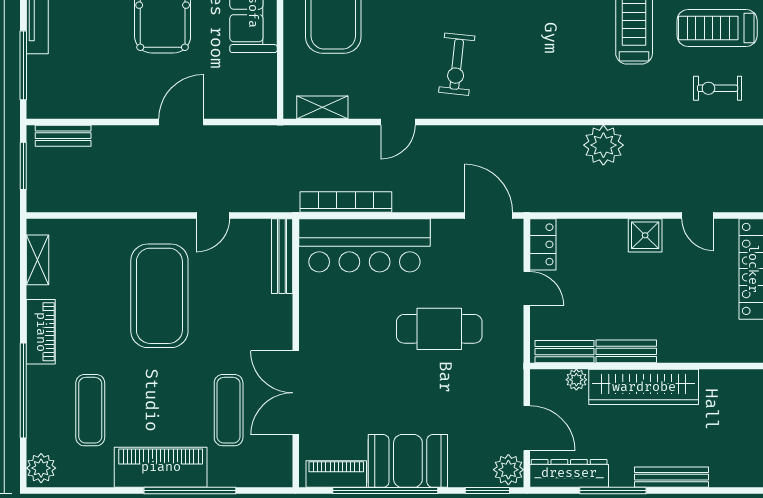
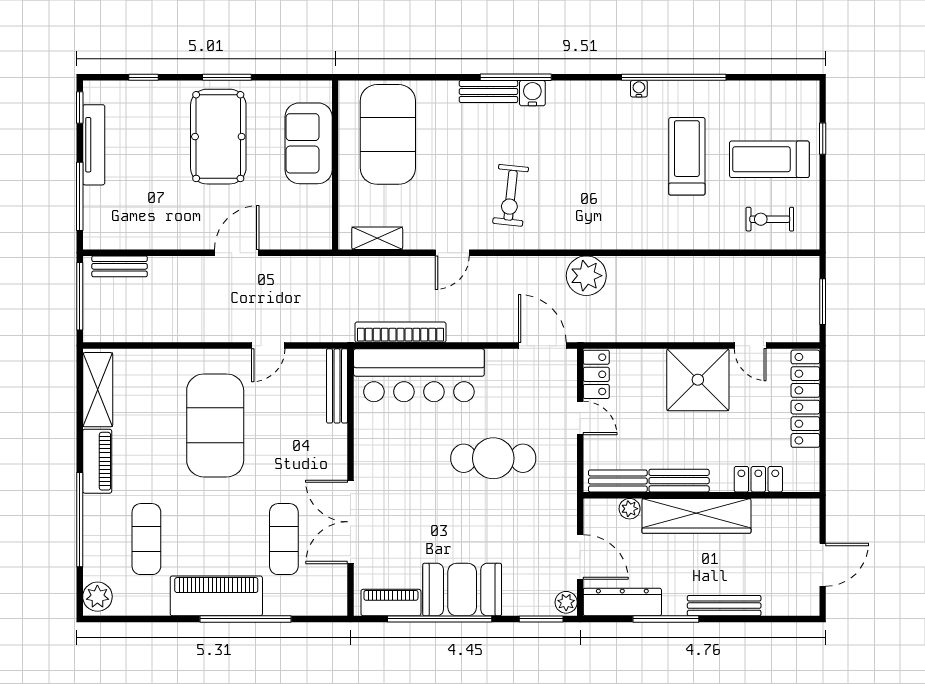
plant: (603, 145) -> (586, 276), moved
window: (23, 166) -> (80, 296), width x1.44
shower: (645, 235) -> (698, 380), width x1.86, depth x1.86
shelving: (38, 260) -> (98, 390), width x1.50, depth x1.33
locker: (706, 350) -> (758, 479), added
plant: (508, 470) -> (566, 602), width x0.73, depth x0.73

